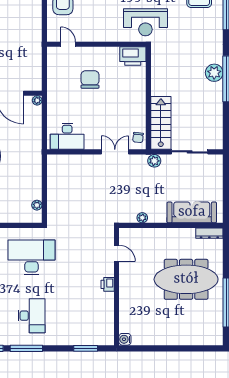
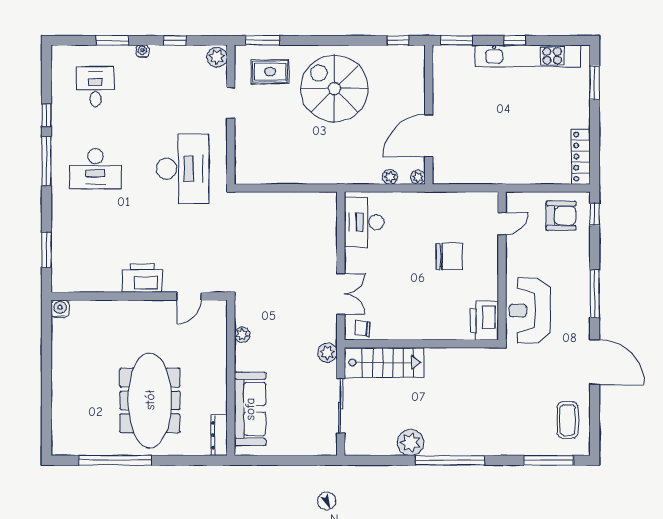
reception desk: (145, 22) -> (530, 310), moved
plant: (214, 73) -> (410, 443), moved
plant: (37, 205) -> (390, 177), moved
printer: (108, 284) -> (142, 278), width x1.87, depth x1.48

